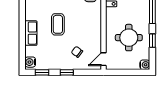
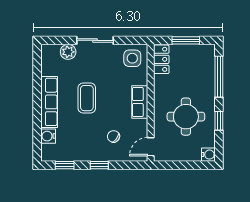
row of seats: (96, 27) -> (140, 102), added
row of seats: (31, 33) -> (49, 102), width x1.48
water cooler: (30, 62) -> (48, 136), moved

